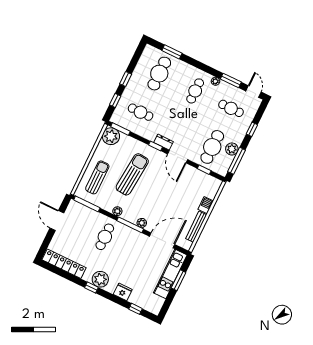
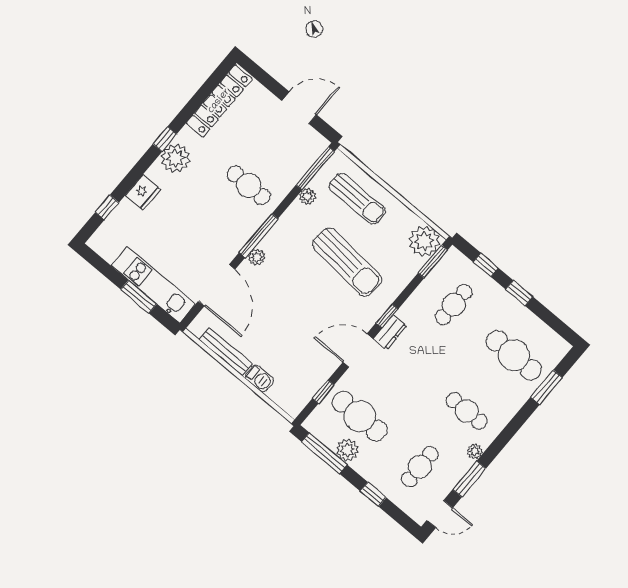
plant: (117, 211) -> (308, 196), moved

